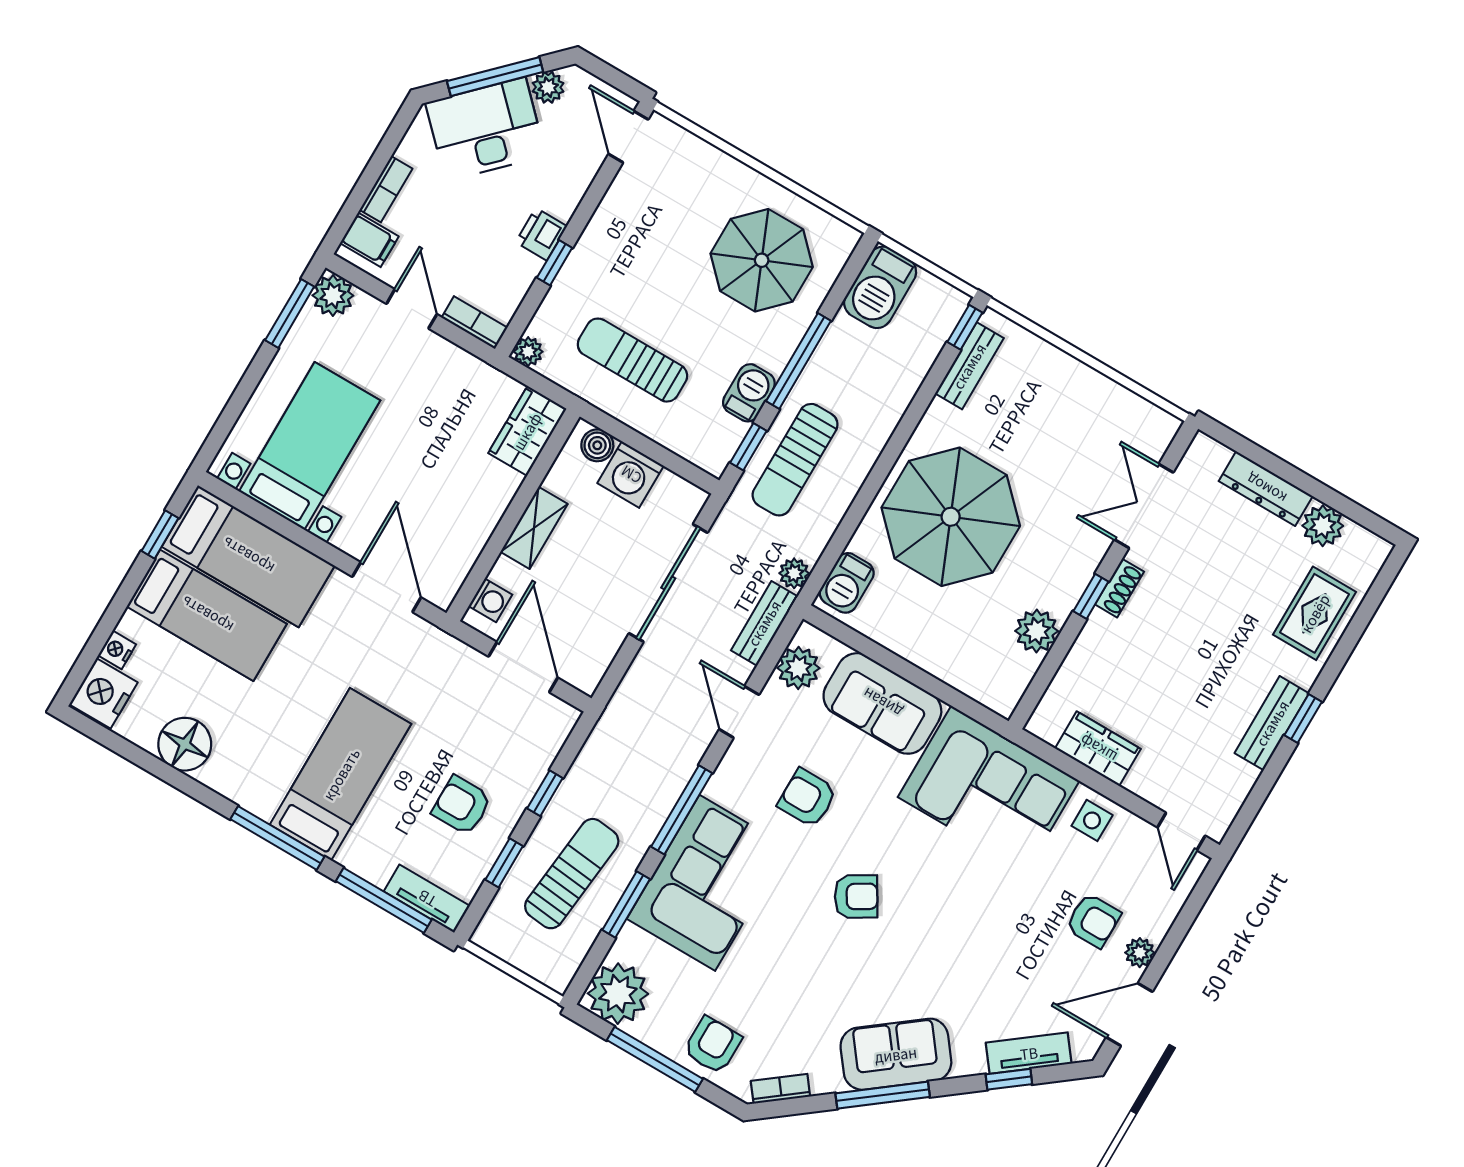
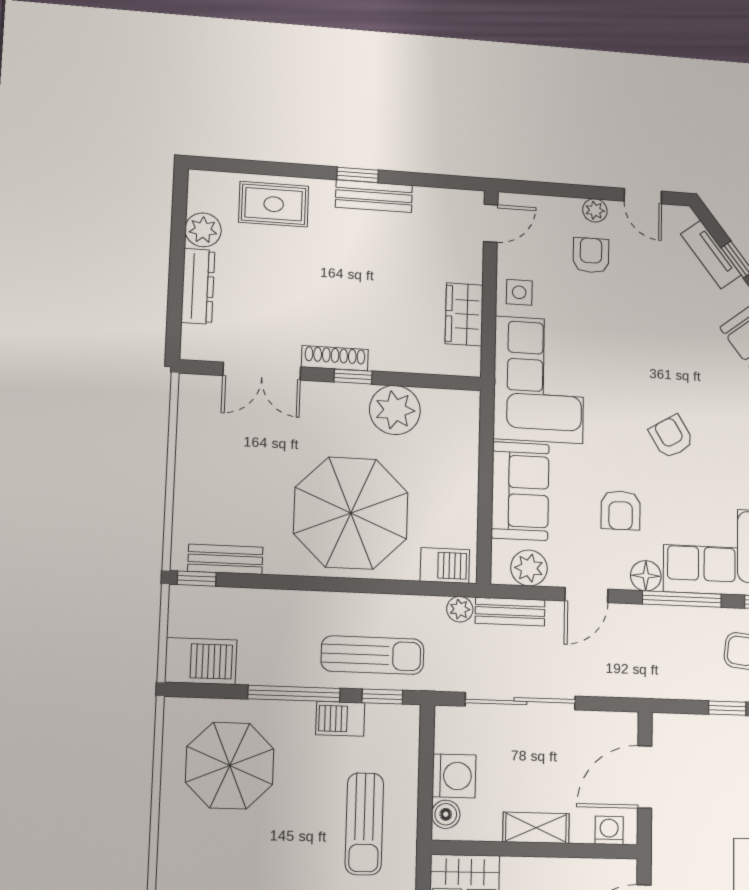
shoe rack: (1120, 588) -> (335, 358), width x1.43
plant: (1037, 631) -> (395, 410), width x1.36, depth x1.36
floor lamp: (726, 786) -> (646, 576), added
door: (1129, 1014) -> (643, 196), width x0.73

